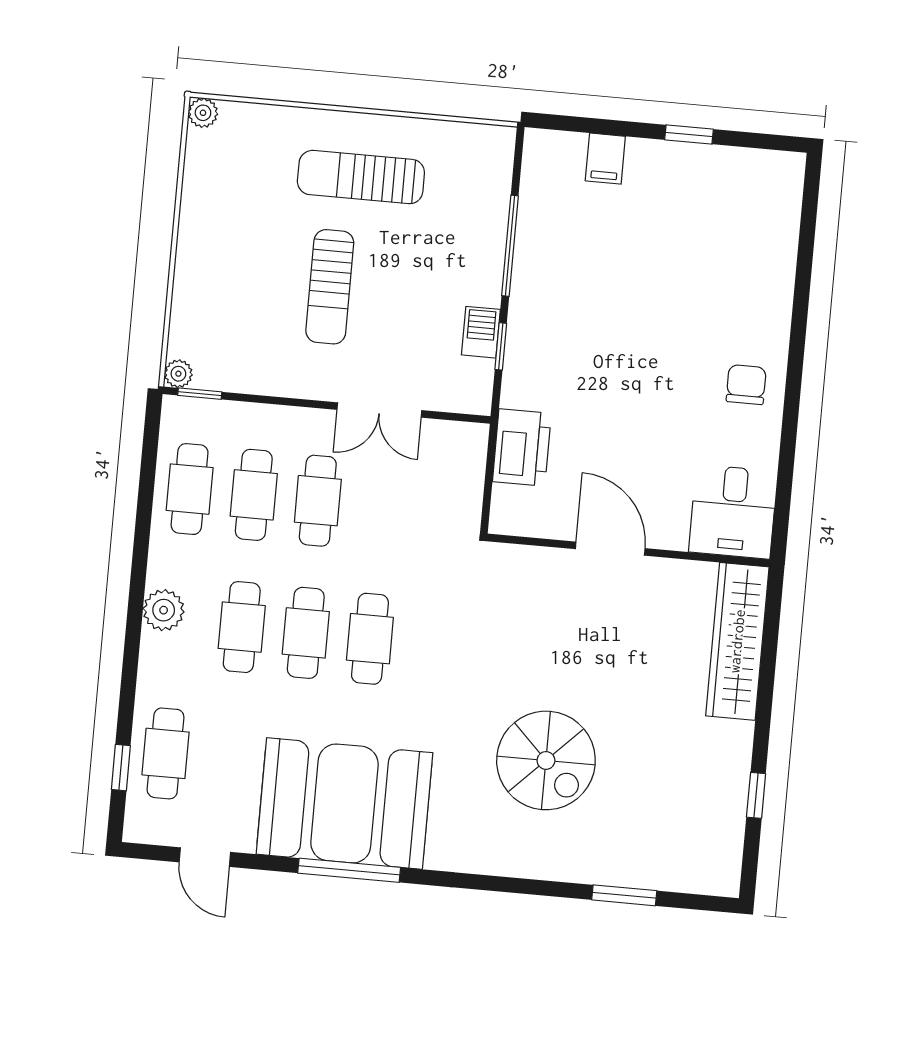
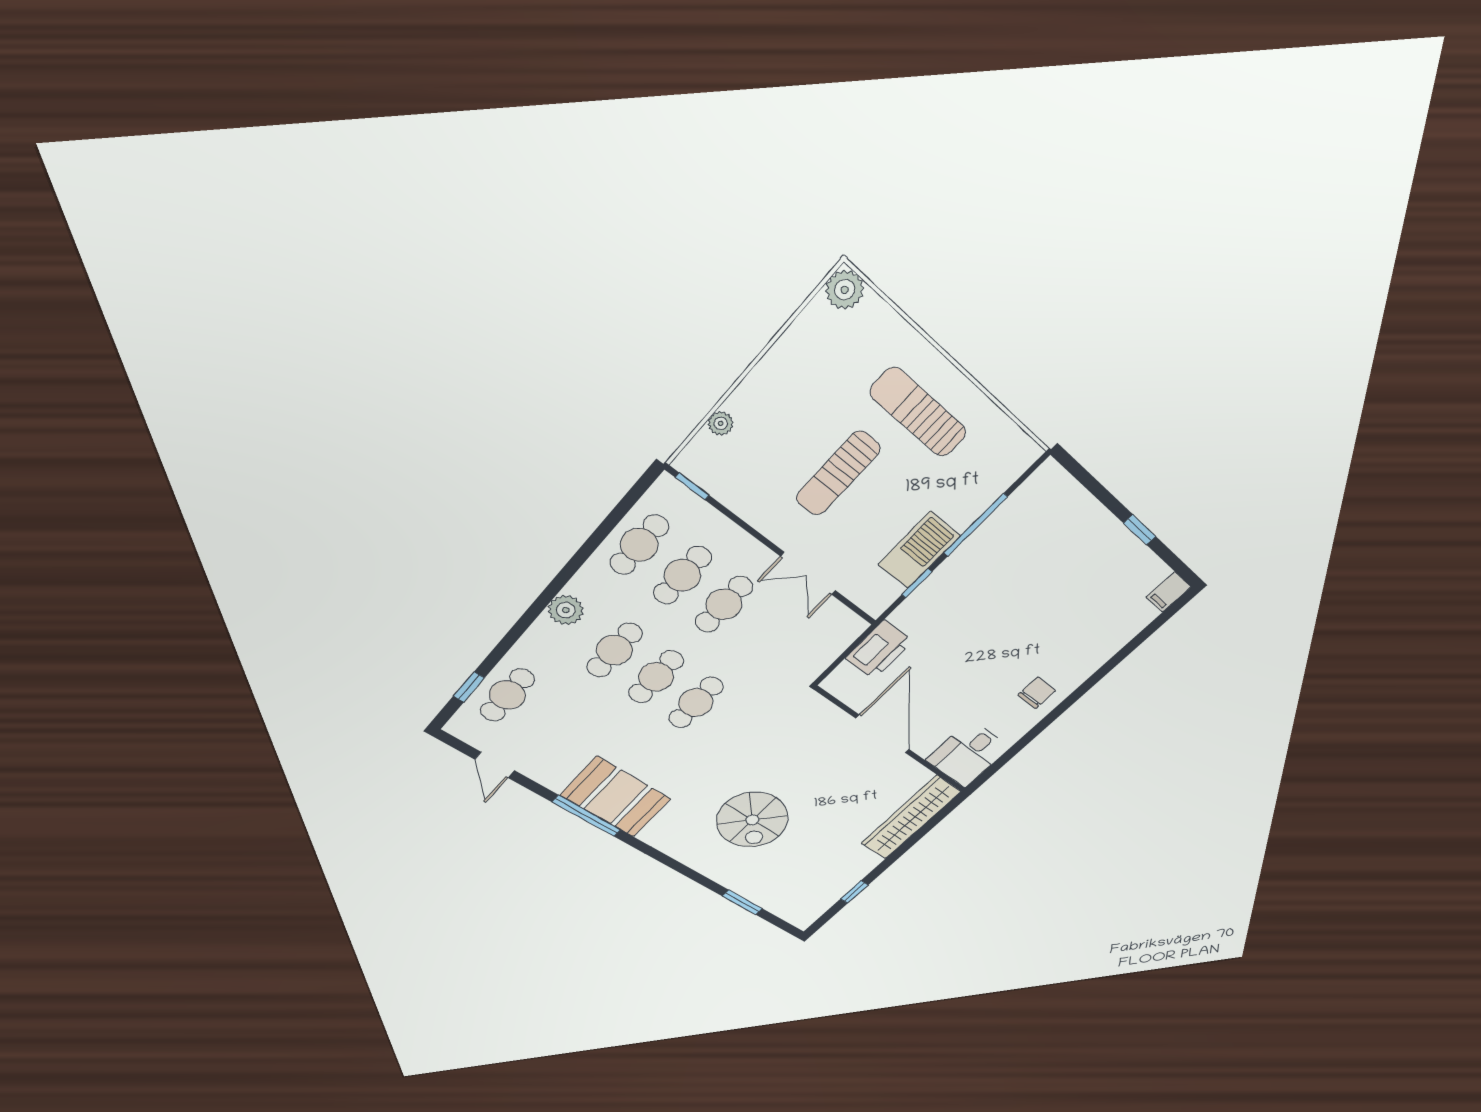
plant: (203, 113) -> (845, 290), width x1.38, depth x1.38
filing cabinet: (605, 159) -> (1168, 592), moved
barbecue: (481, 332) -> (919, 550), width x1.88, depth x1.53
plant: (178, 374) -> (721, 423), moved
door: (610, 549) -> (883, 734), width x1.36
booth: (344, 803) -> (616, 797), width x0.73, depth x0.70

